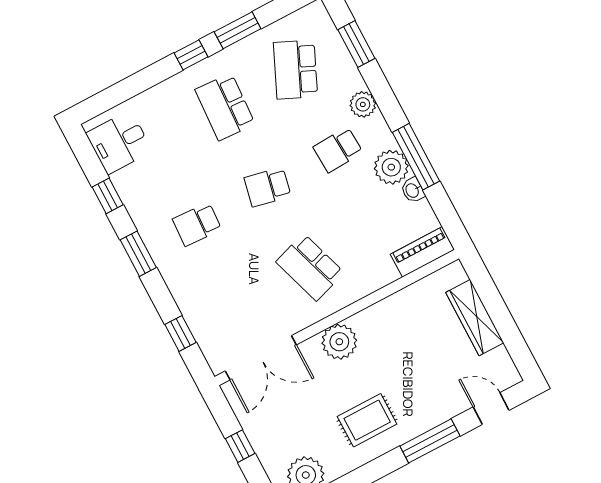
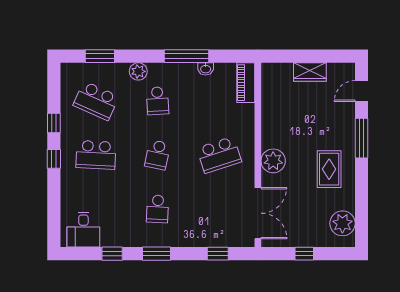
window: (238, 30) -> (54, 123), width x0.67
plant: (391, 167) -> (185, 74), removed
wardrobe: (475, 318) -> (310, 72), width x0.67

